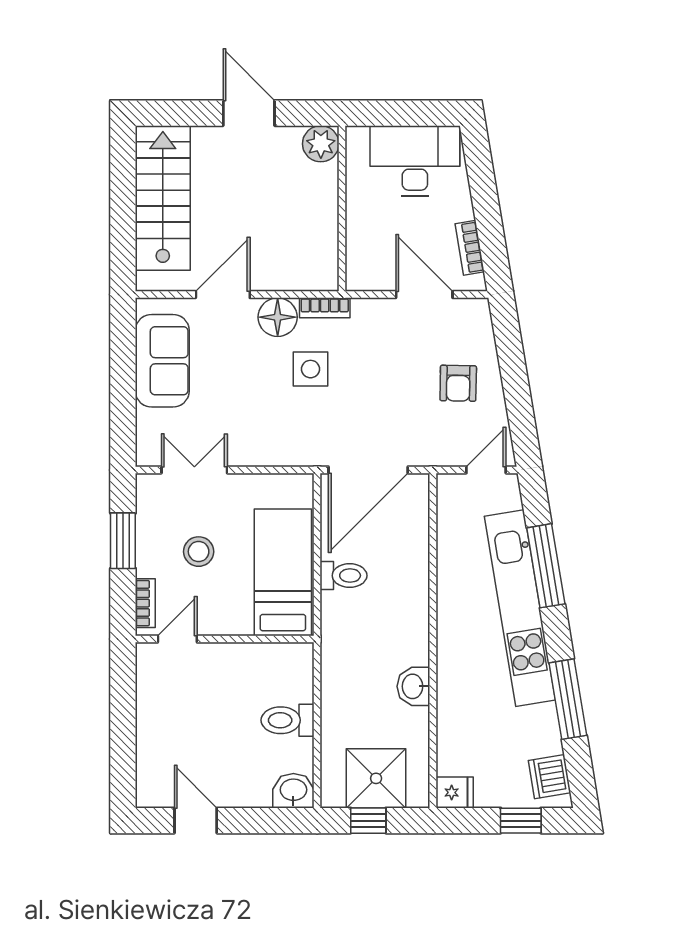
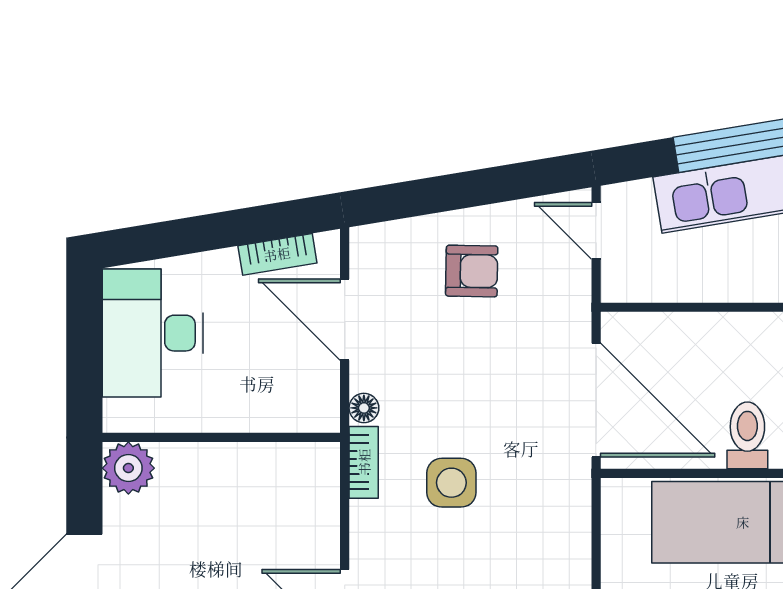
door: (424, 295) -> (345, 320), hinge flipped
floor lamp: (278, 317) -> (364, 408), moved, width x0.53, depth x0.53

